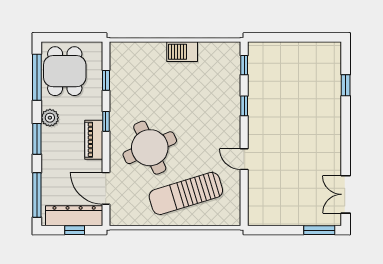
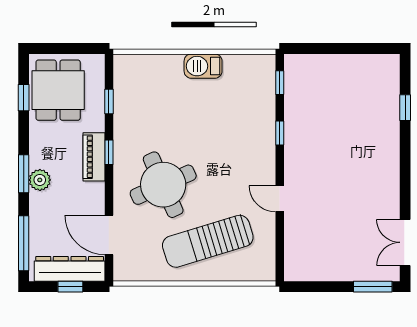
window: (37, 77) -> (24, 98), width x0.46
plant: (50, 118) -> (40, 180), moved
piano: (94, 140) -> (94, 157), moved

